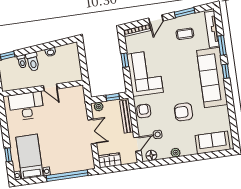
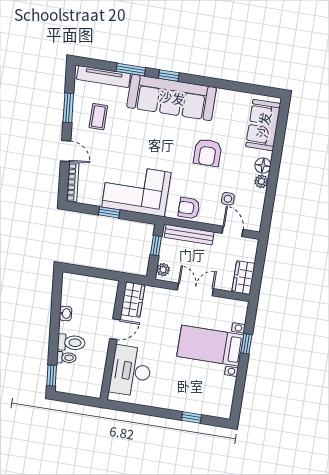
wardrobe: (73, 93) -> (133, 300), added
floor lamp: (151, 155) -> (263, 166), moved
bed with nightstands: (30, 157) -> (210, 346), moved
window: (67, 176) -> (246, 344), width x0.32

